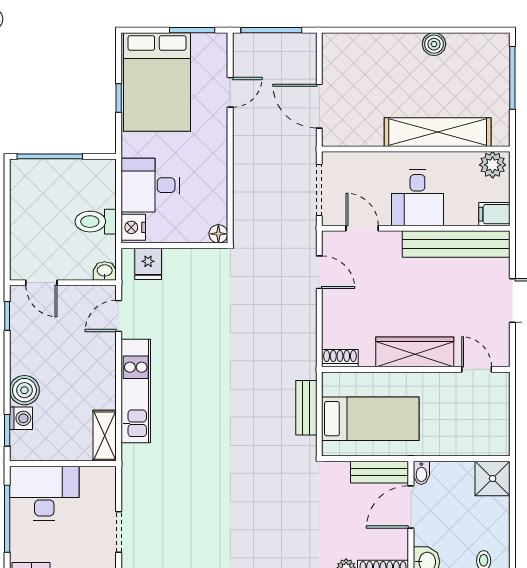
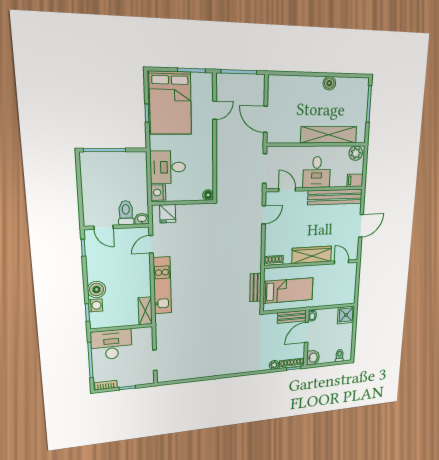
toilet: (96, 222) -> (126, 213), moved, turned 90
door: (319, 272) -> (264, 215), hinge flipped

